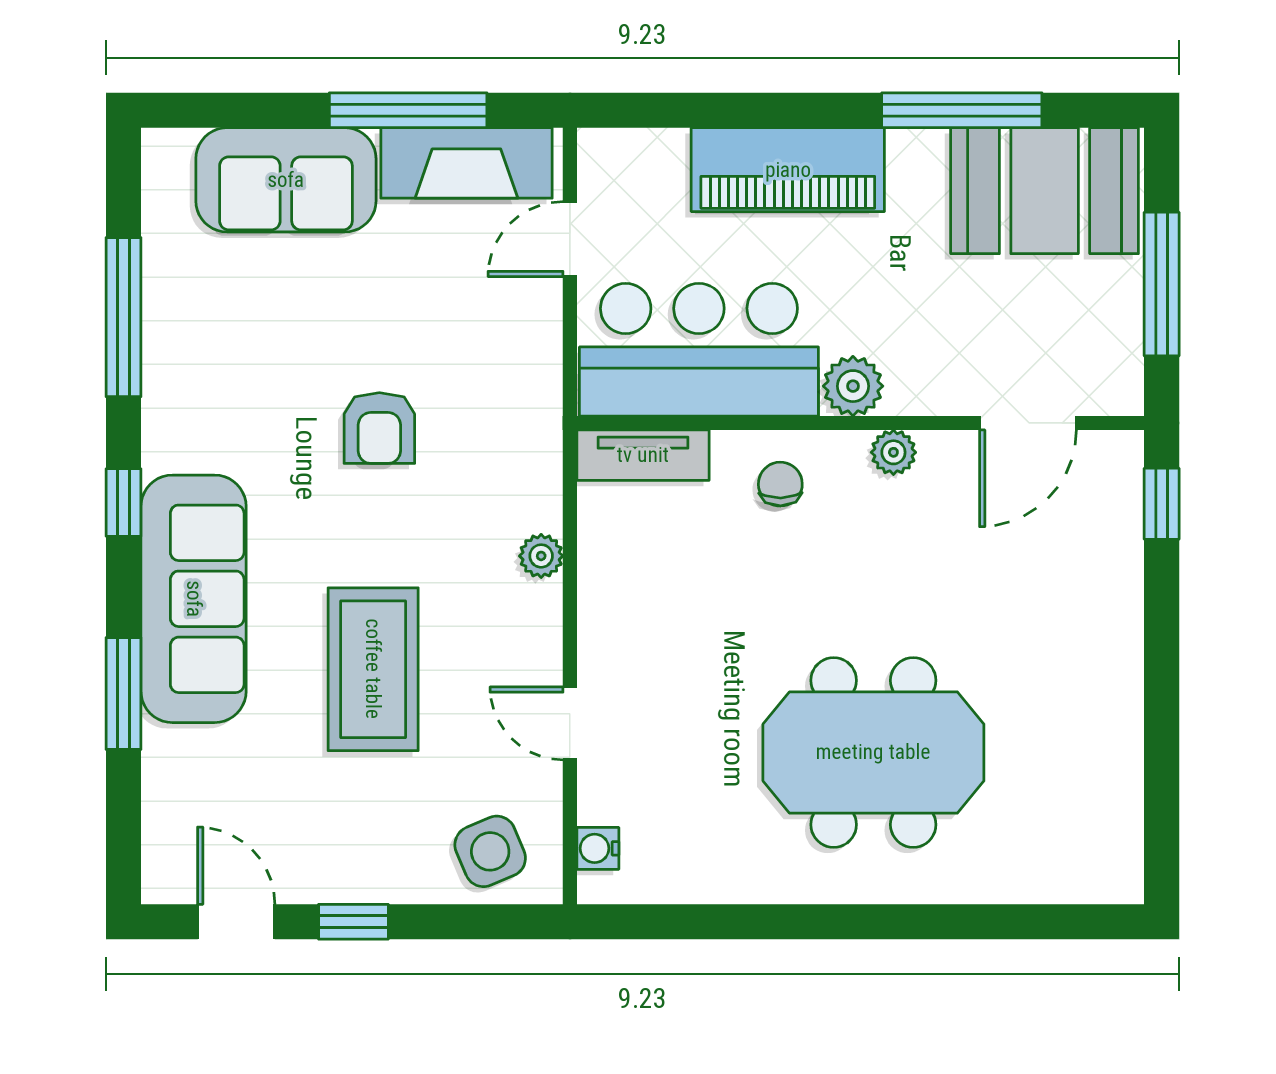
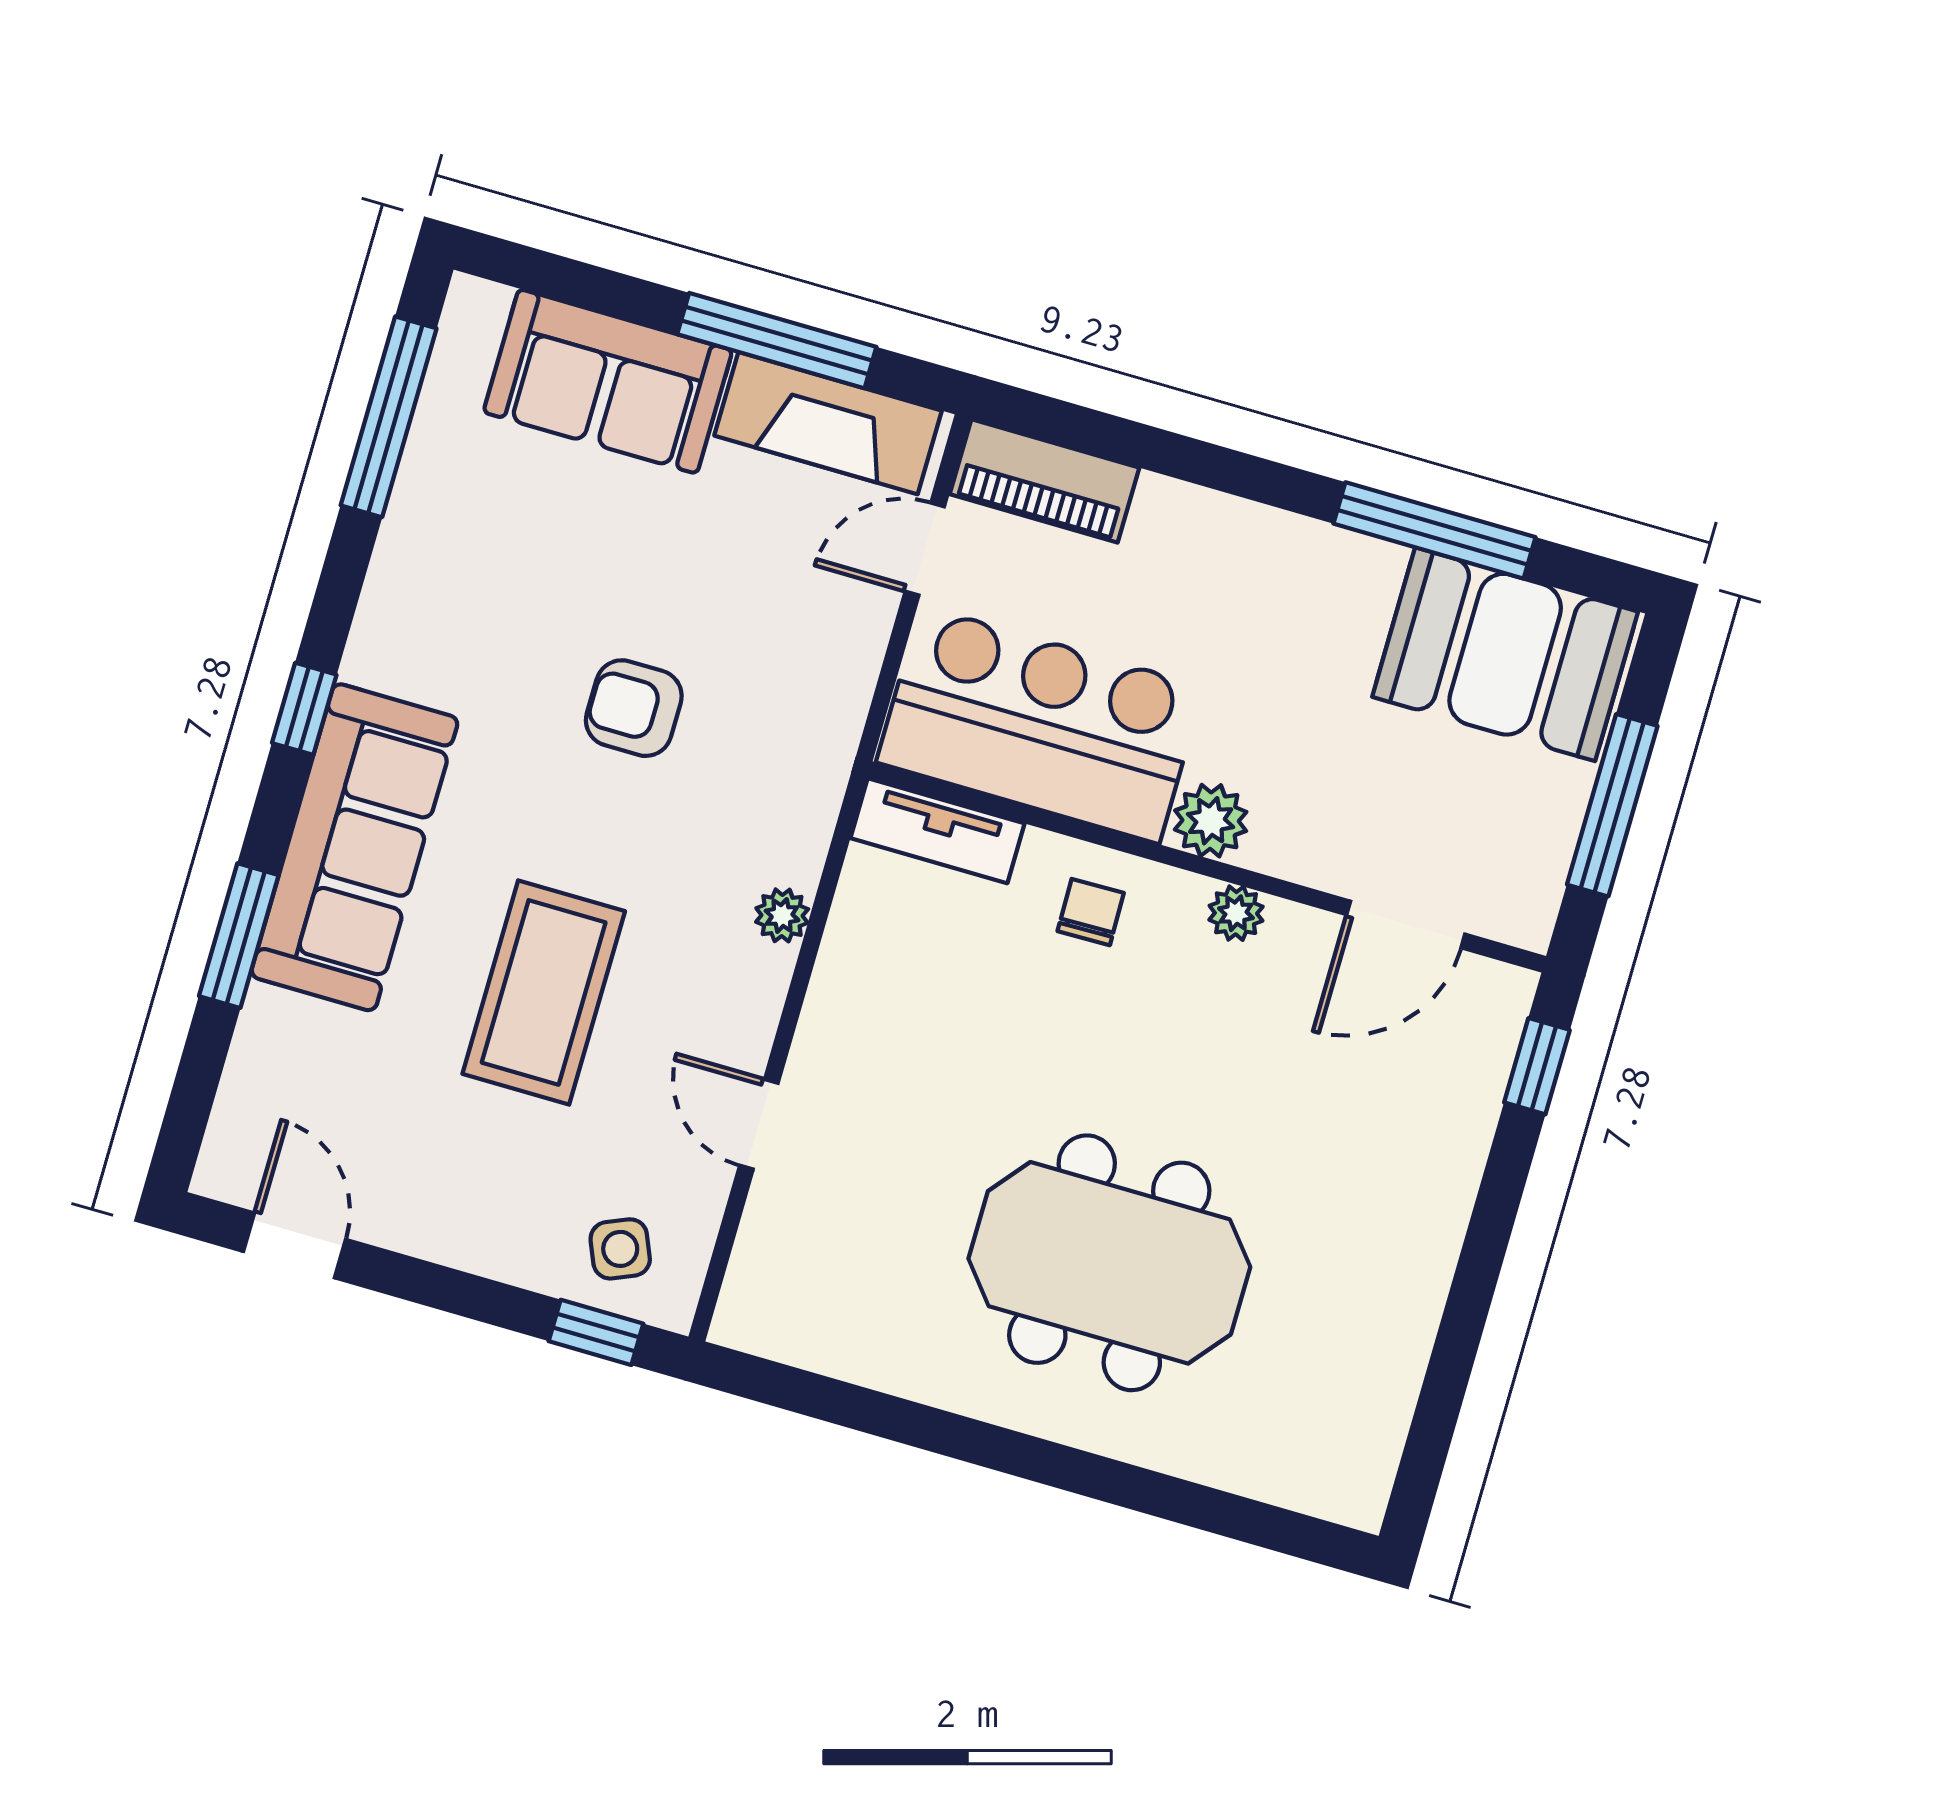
piano: (788, 170) -> (1044, 481), moved, width x0.73, depth x0.75
window: (123, 317) -> (389, 417), moved
armchair: (379, 428) -> (634, 708), turned 90
water cooler: (598, 848) -> (749, 1282), removed
side table: (490, 851) -> (620, 1249), width x0.73, depth x0.73
window: (353, 922) -> (596, 1332), moved

